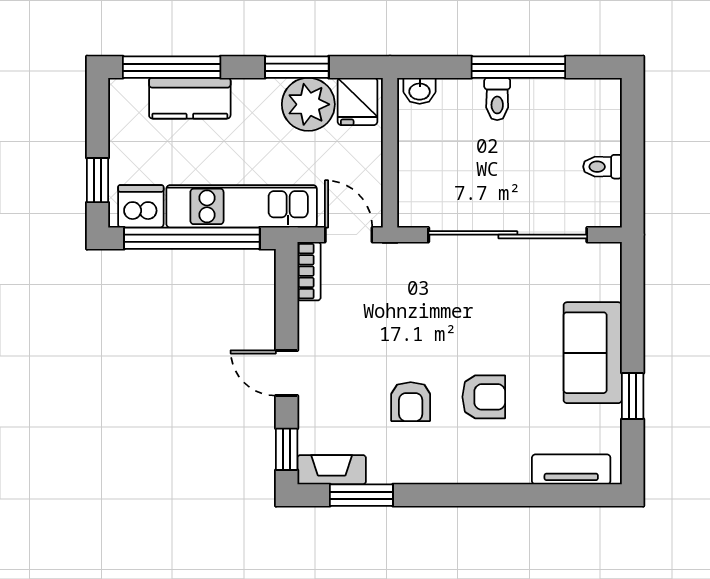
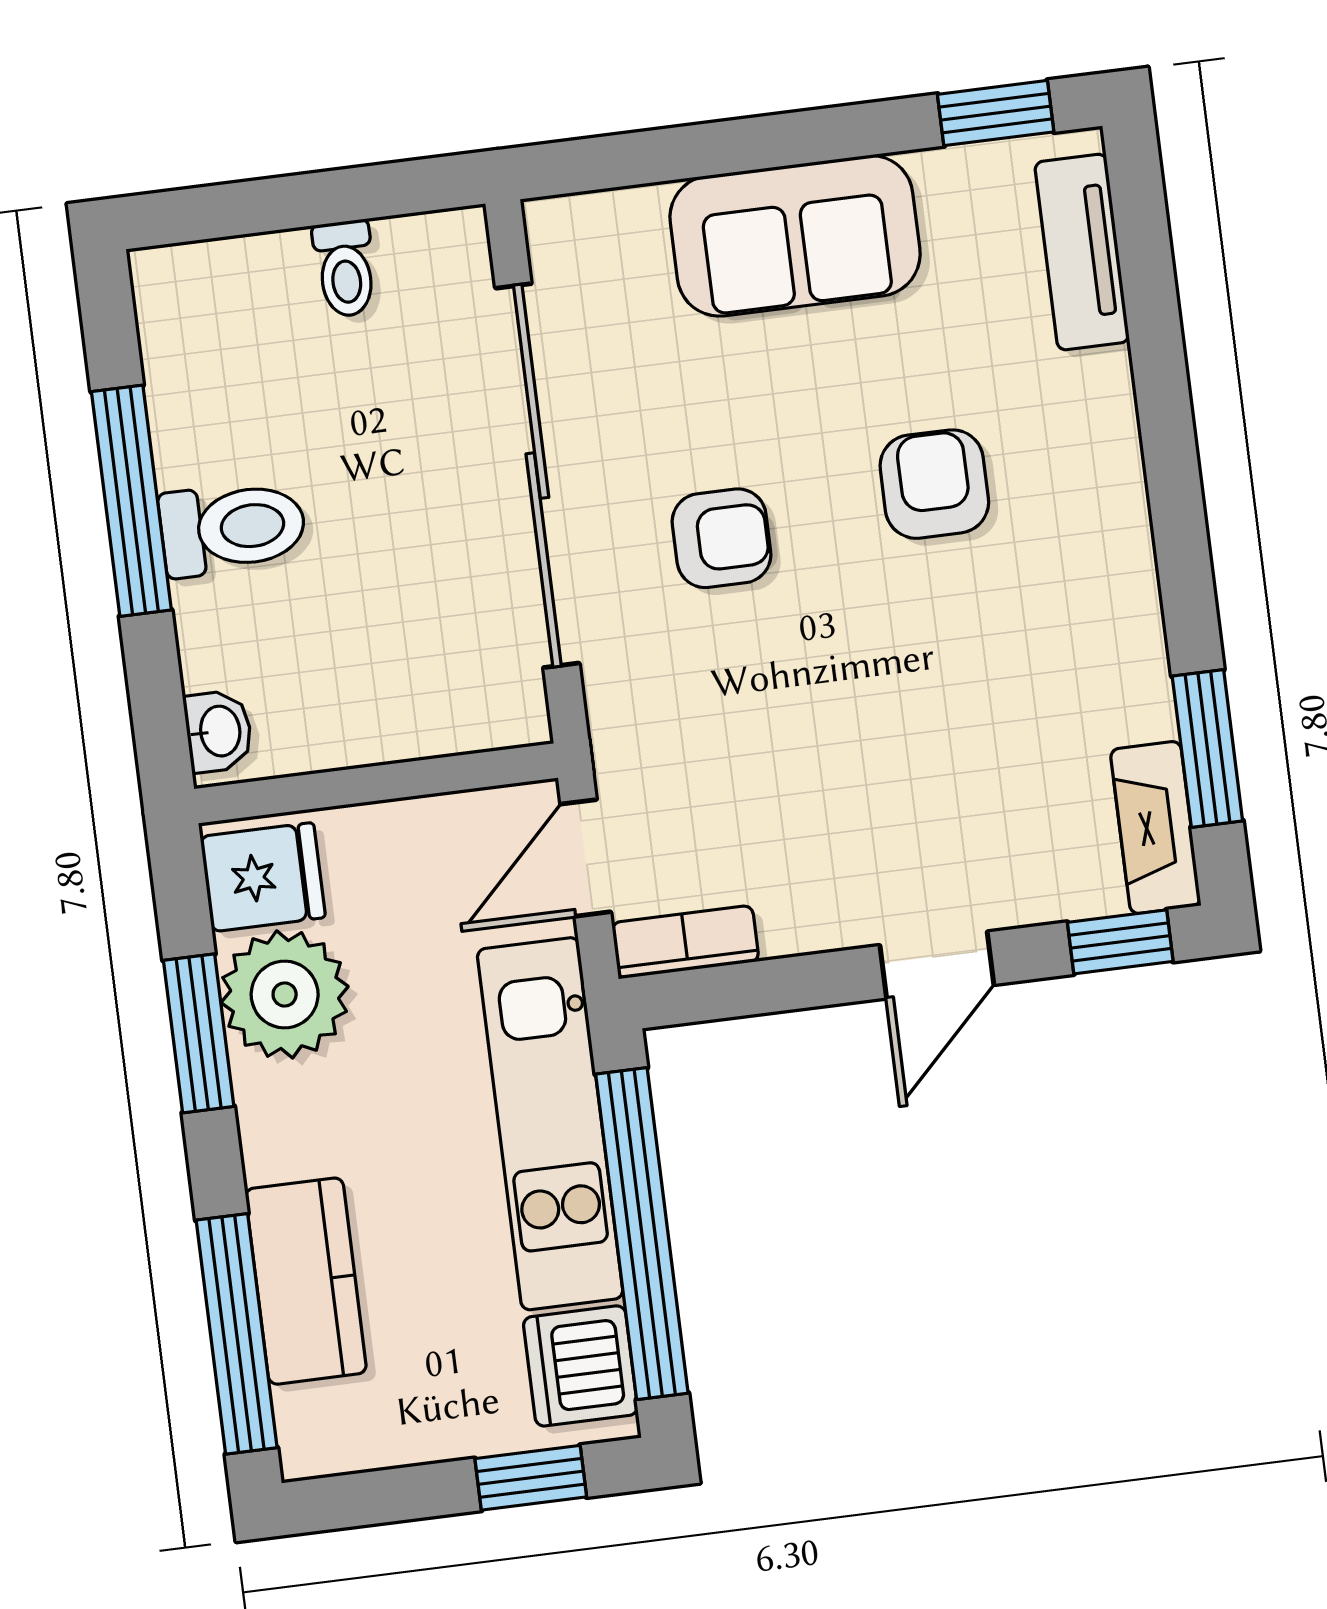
toilet: (497, 99) -> (233, 528), width x1.37, depth x1.39
window: (633, 396) -> (996, 113), moved
armchair: (411, 402) -> (722, 538), moved

